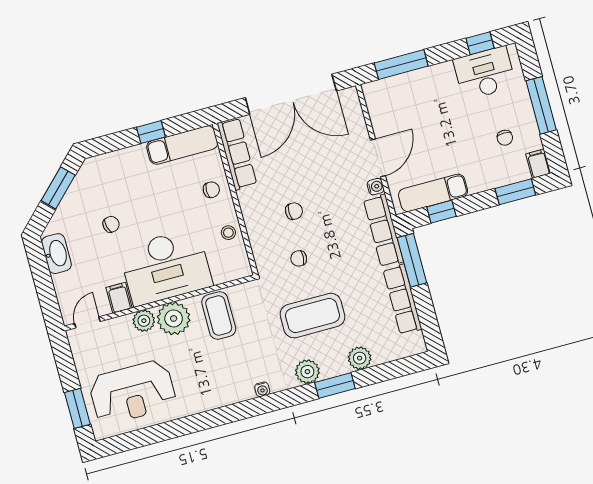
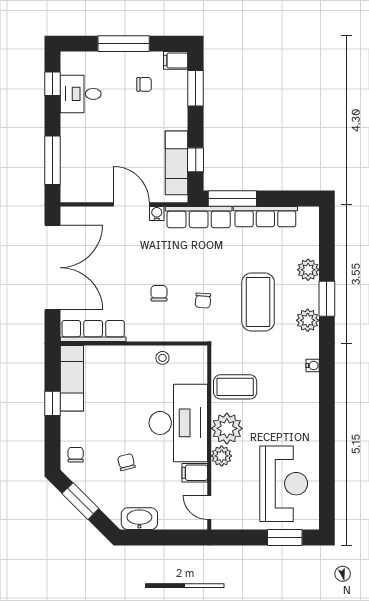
desk: (485, 73) -> (81, 94), width x0.73
chair: (211, 190) -> (76, 455), moved

